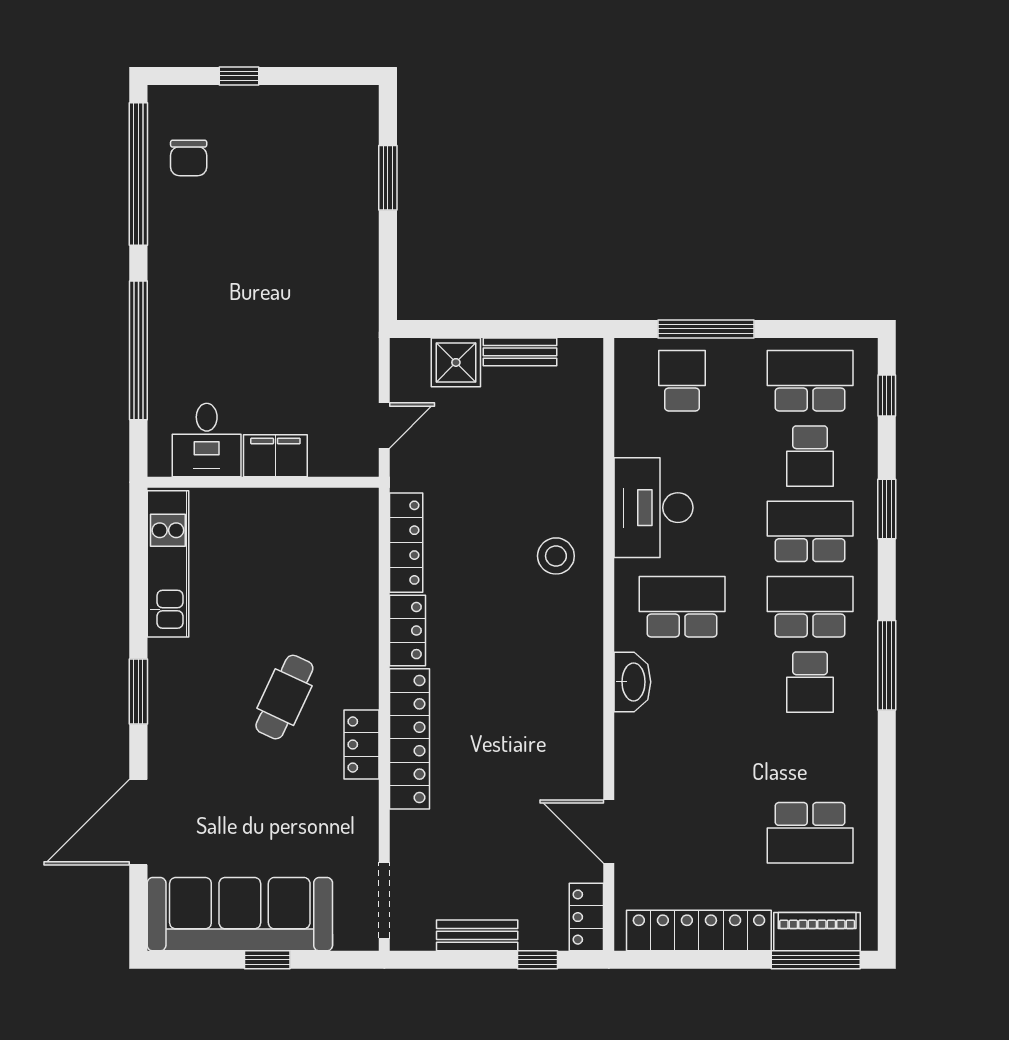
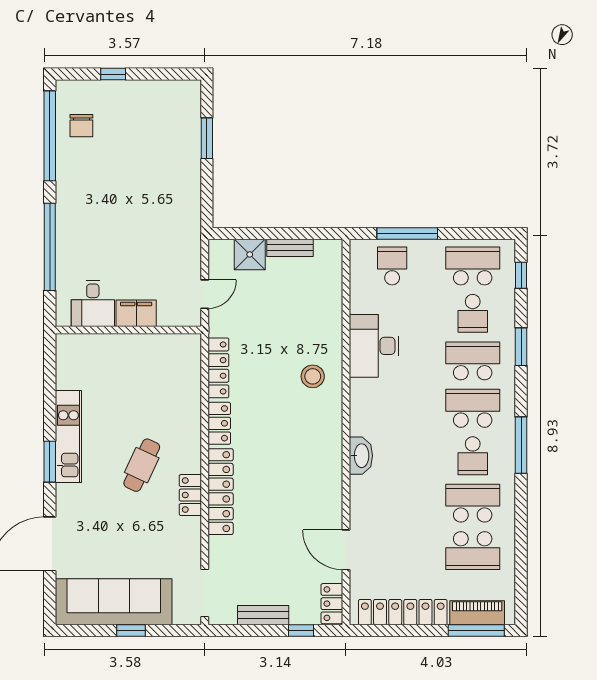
kitchen unit: (168, 564) -> (68, 436), moved
school desk: (682, 607) -> (473, 503), moved

